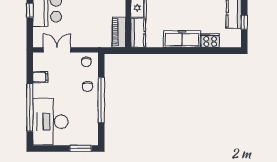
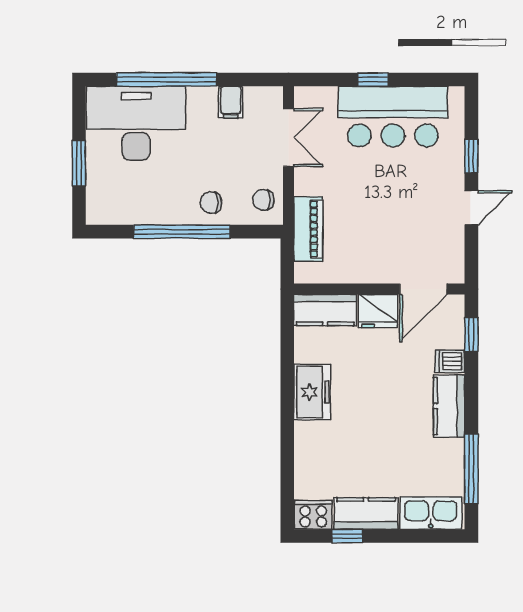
piano: (119, 32) -> (308, 229), moved, turned 90
freezer: (182, 39) -> (312, 392), width x0.71
cooker: (210, 41) -> (313, 515), moved, turned -90
window: (81, 149) -> (79, 163), moved

